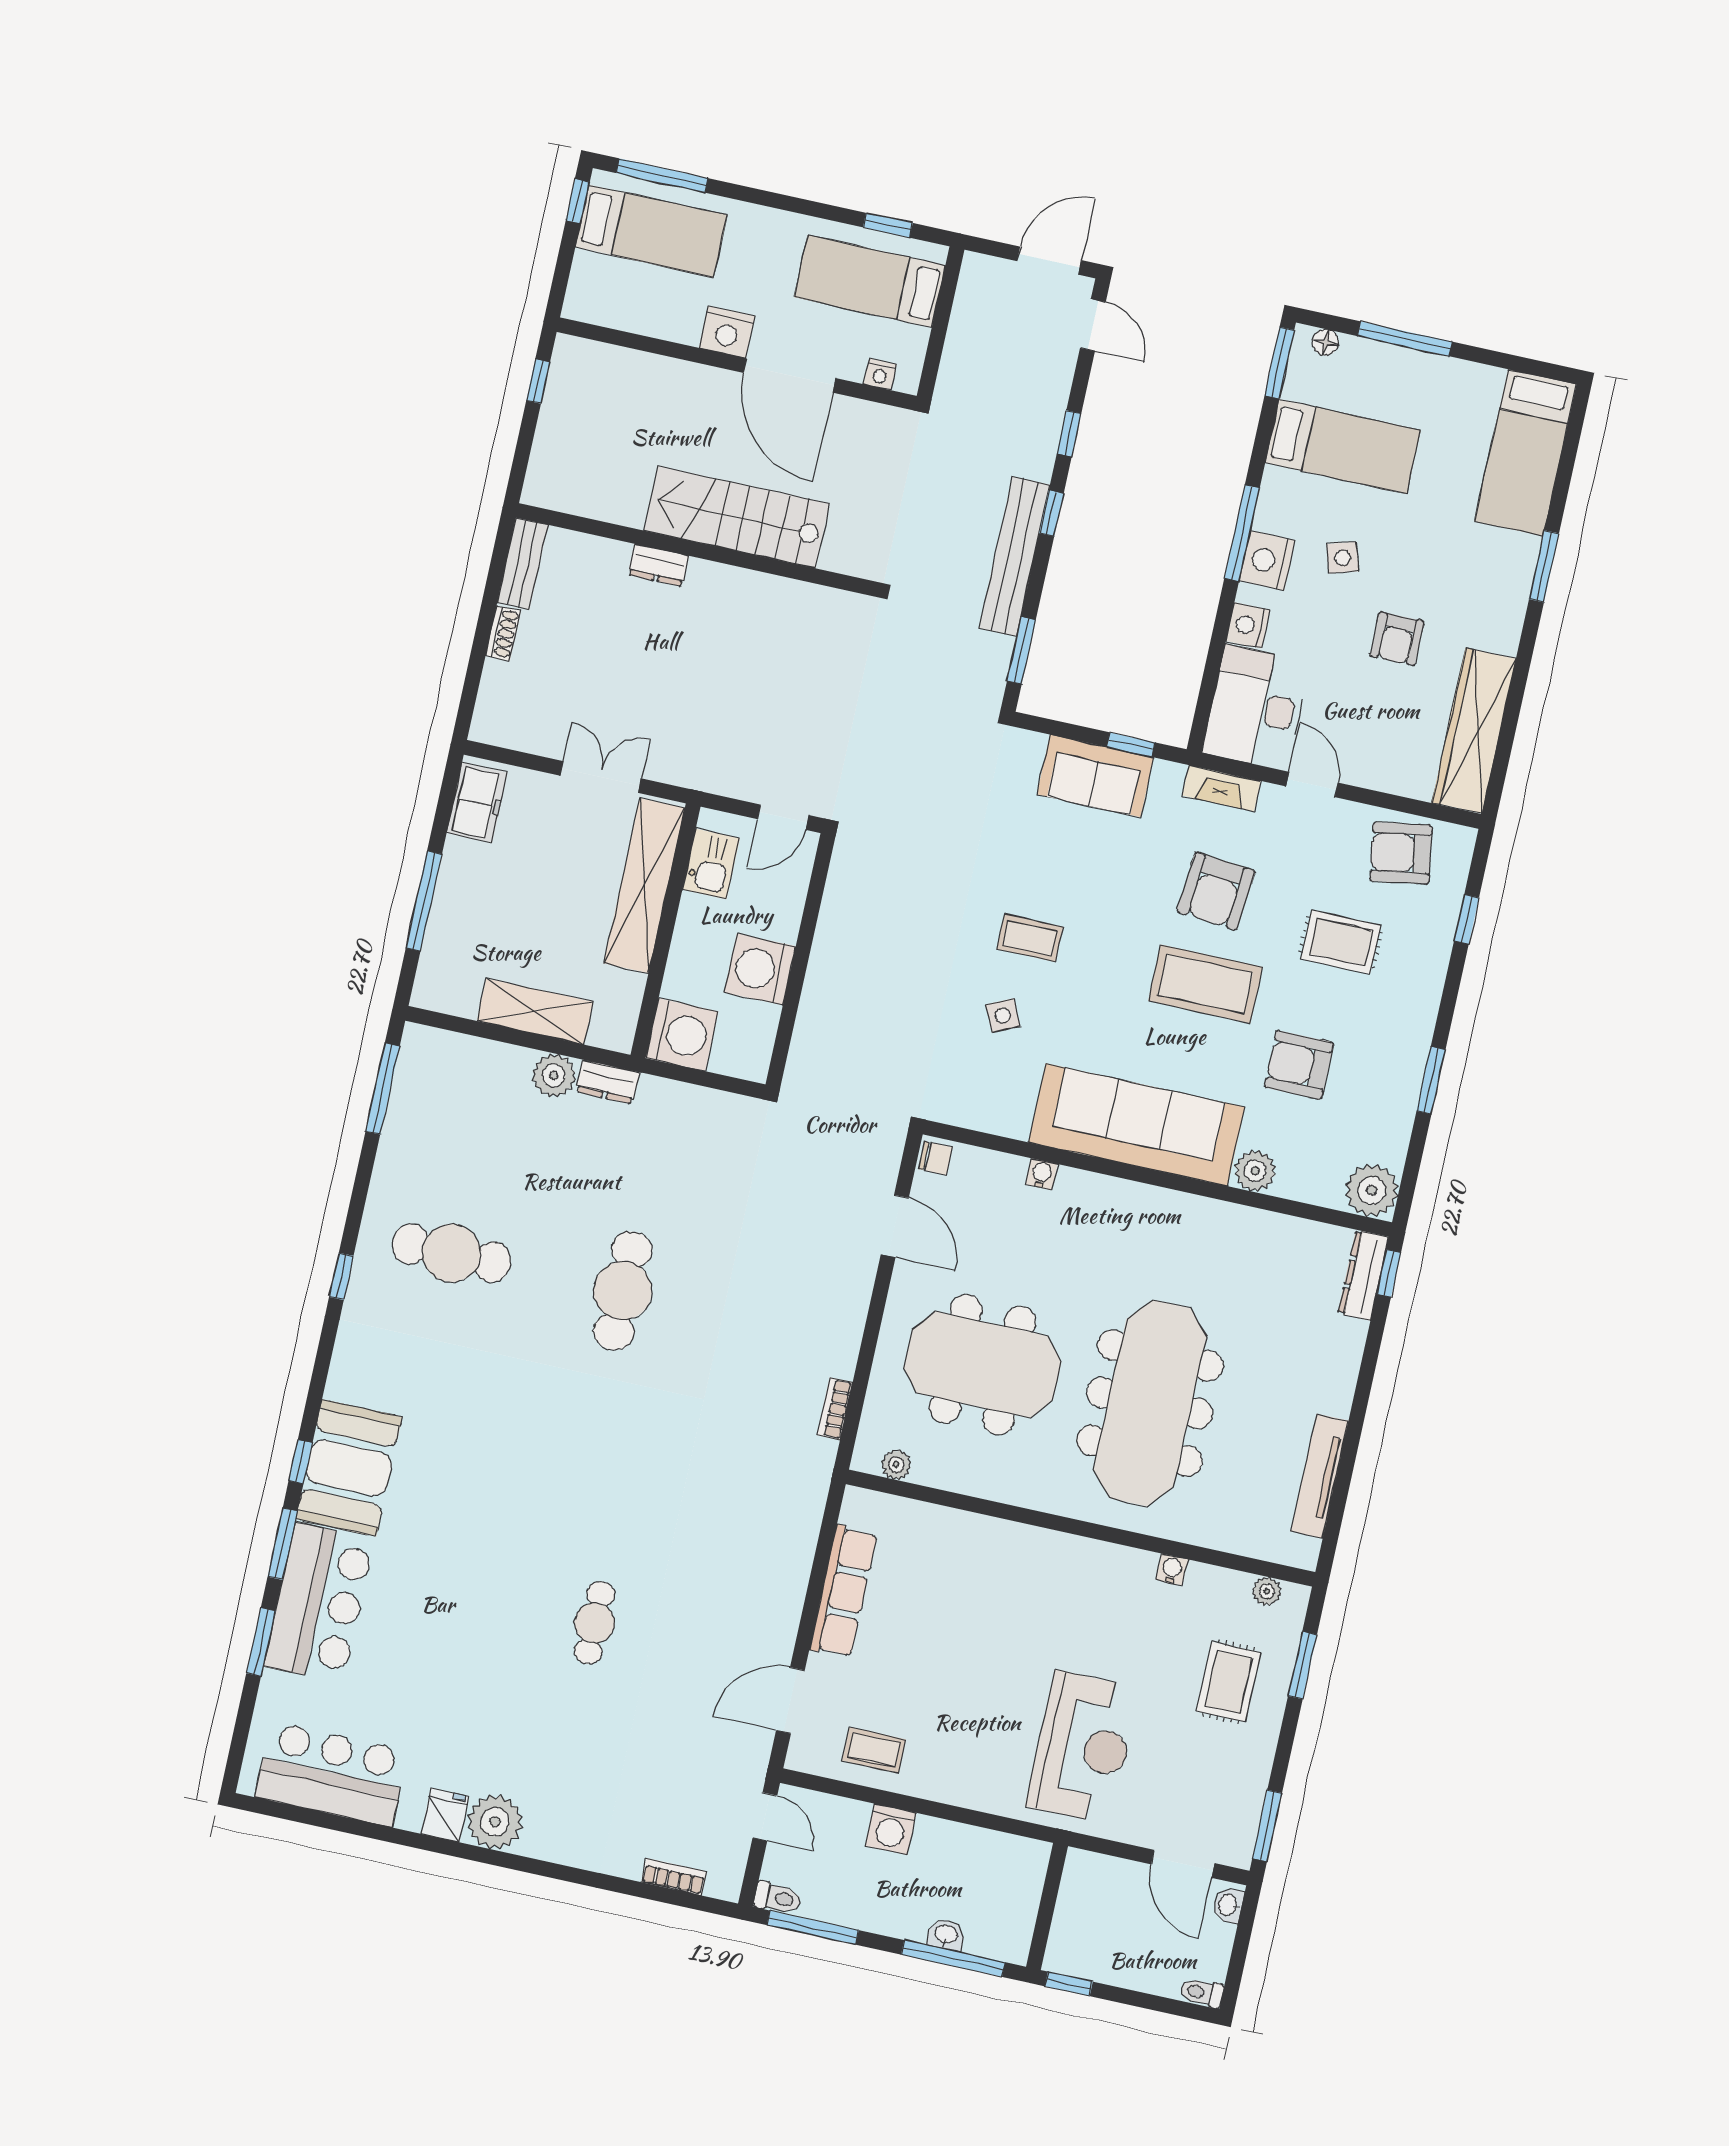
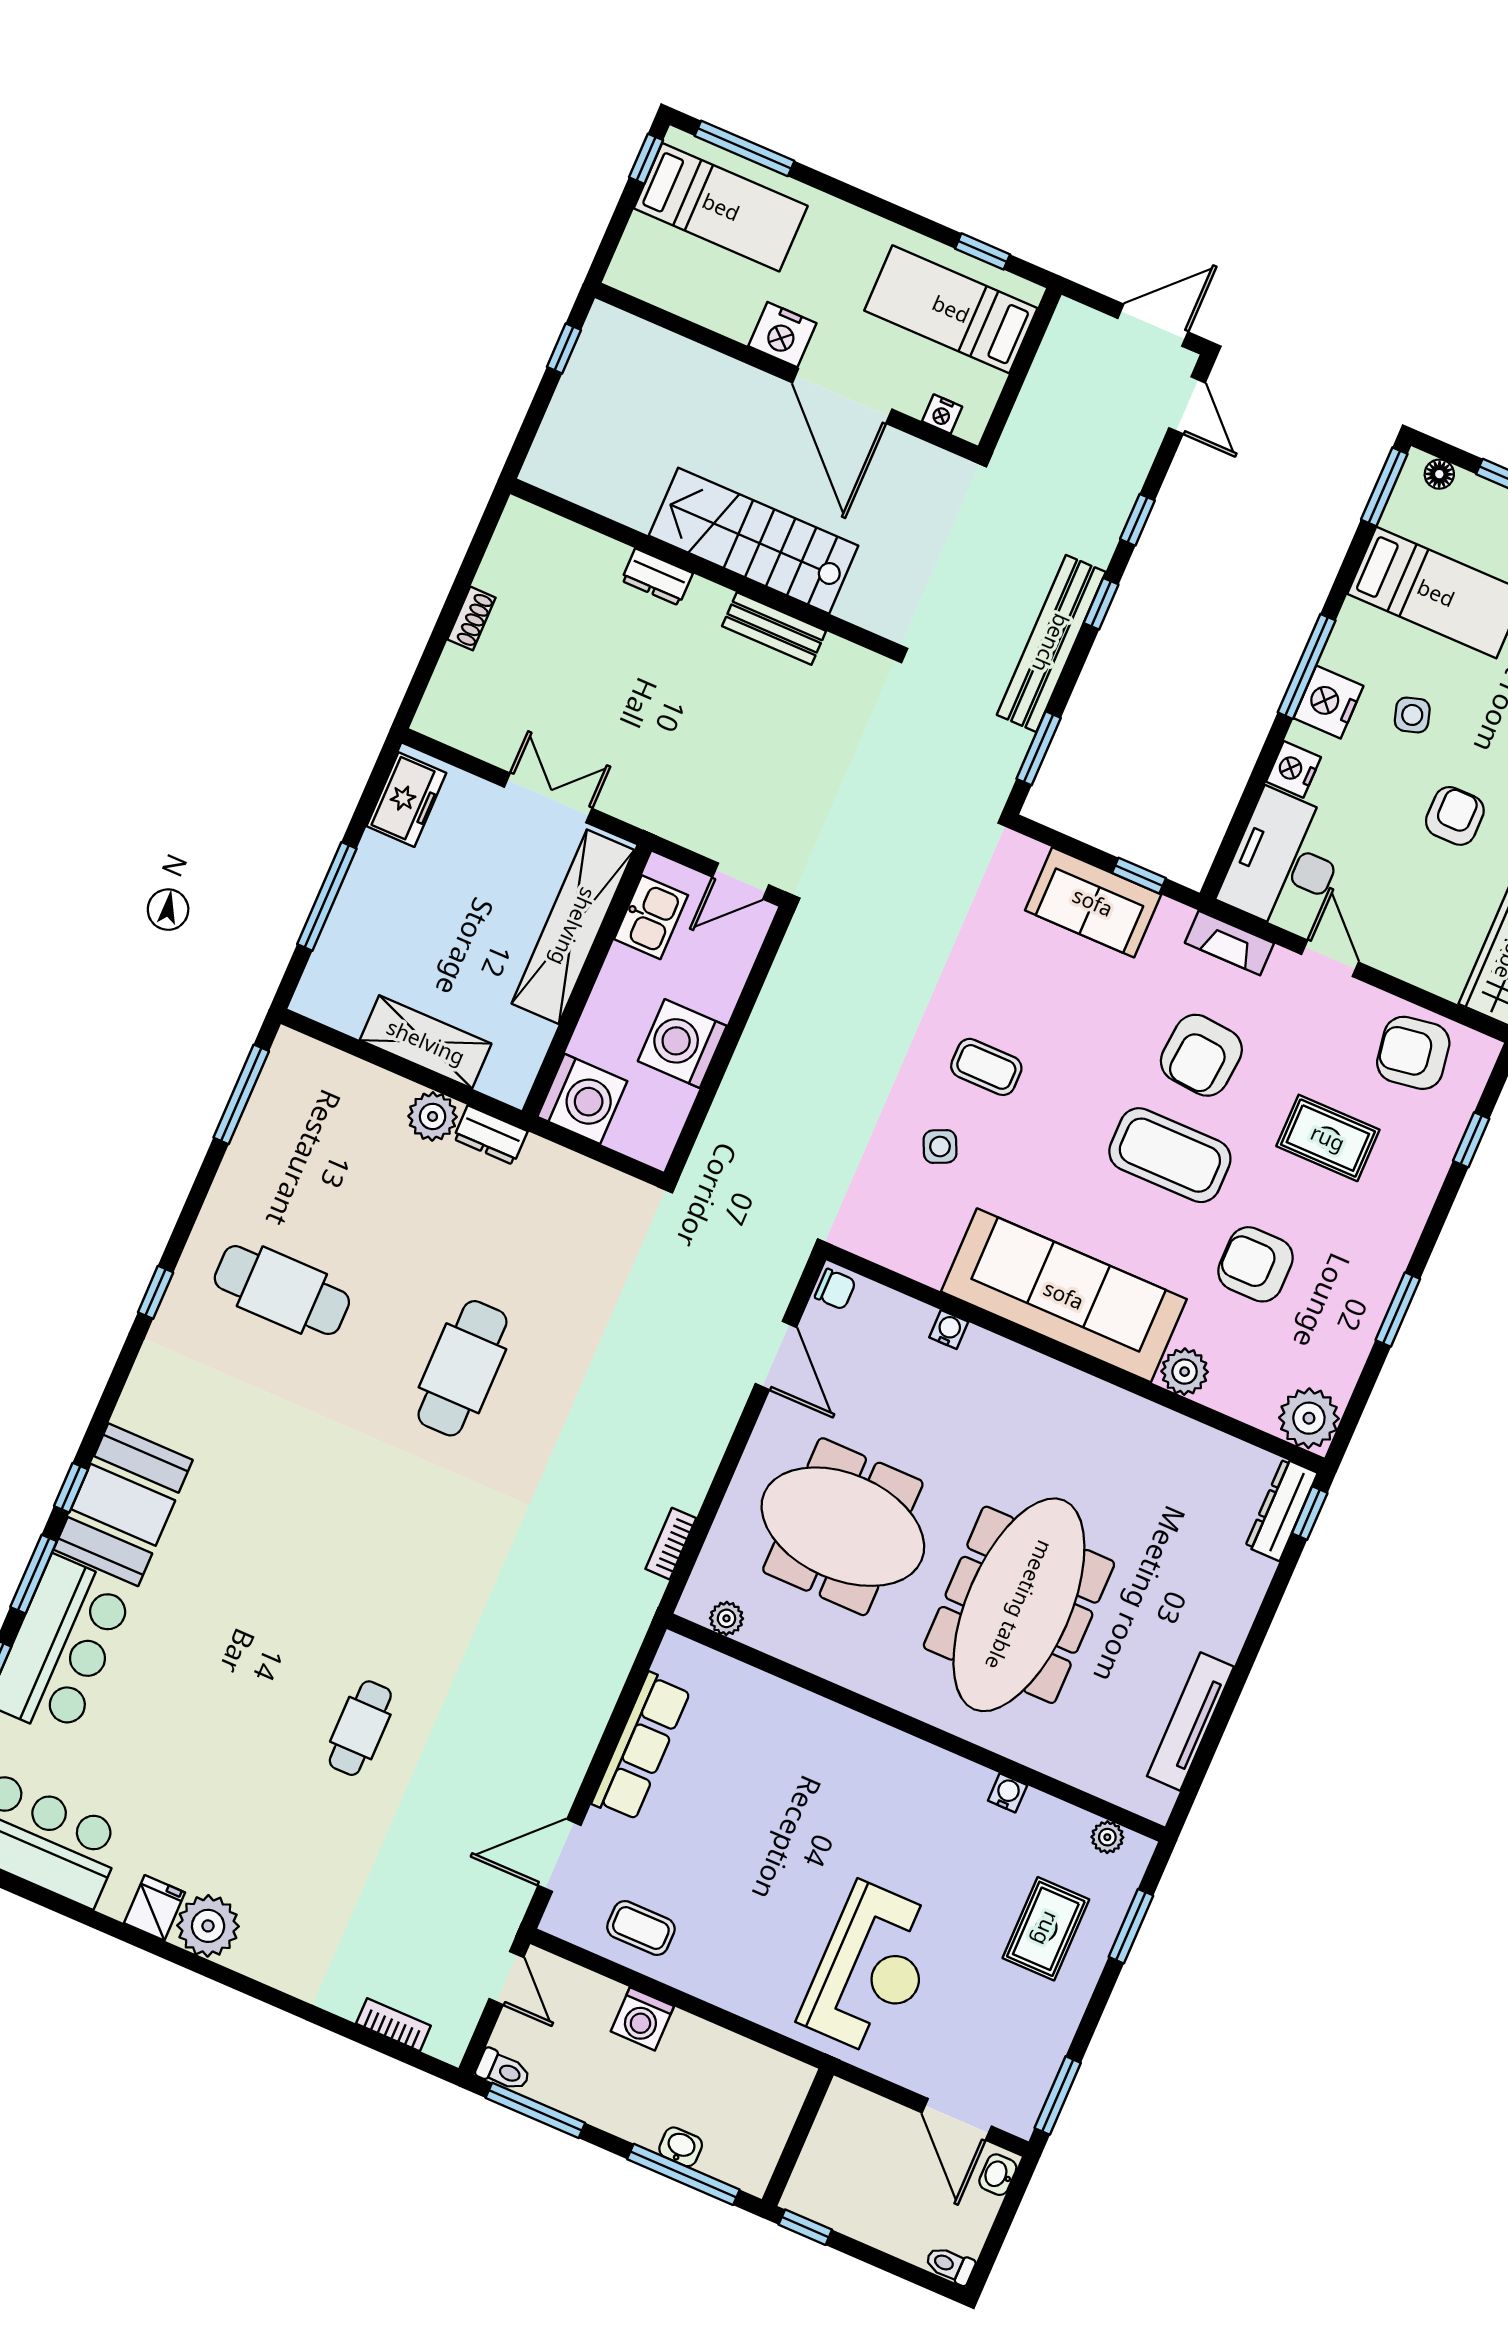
bench: (523, 564) -> (774, 628), moved, turned 90
armchair: (1397, 639) -> (1455, 816), turned 180

